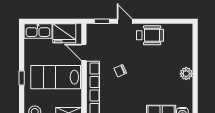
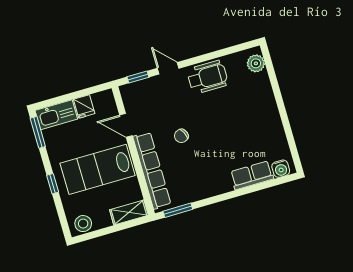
fridge: (64, 33) -> (84, 106), width x0.53, depth x0.75
window: (22, 40) -> (38, 132), added
plant: (186, 74) -> (256, 63), moved

